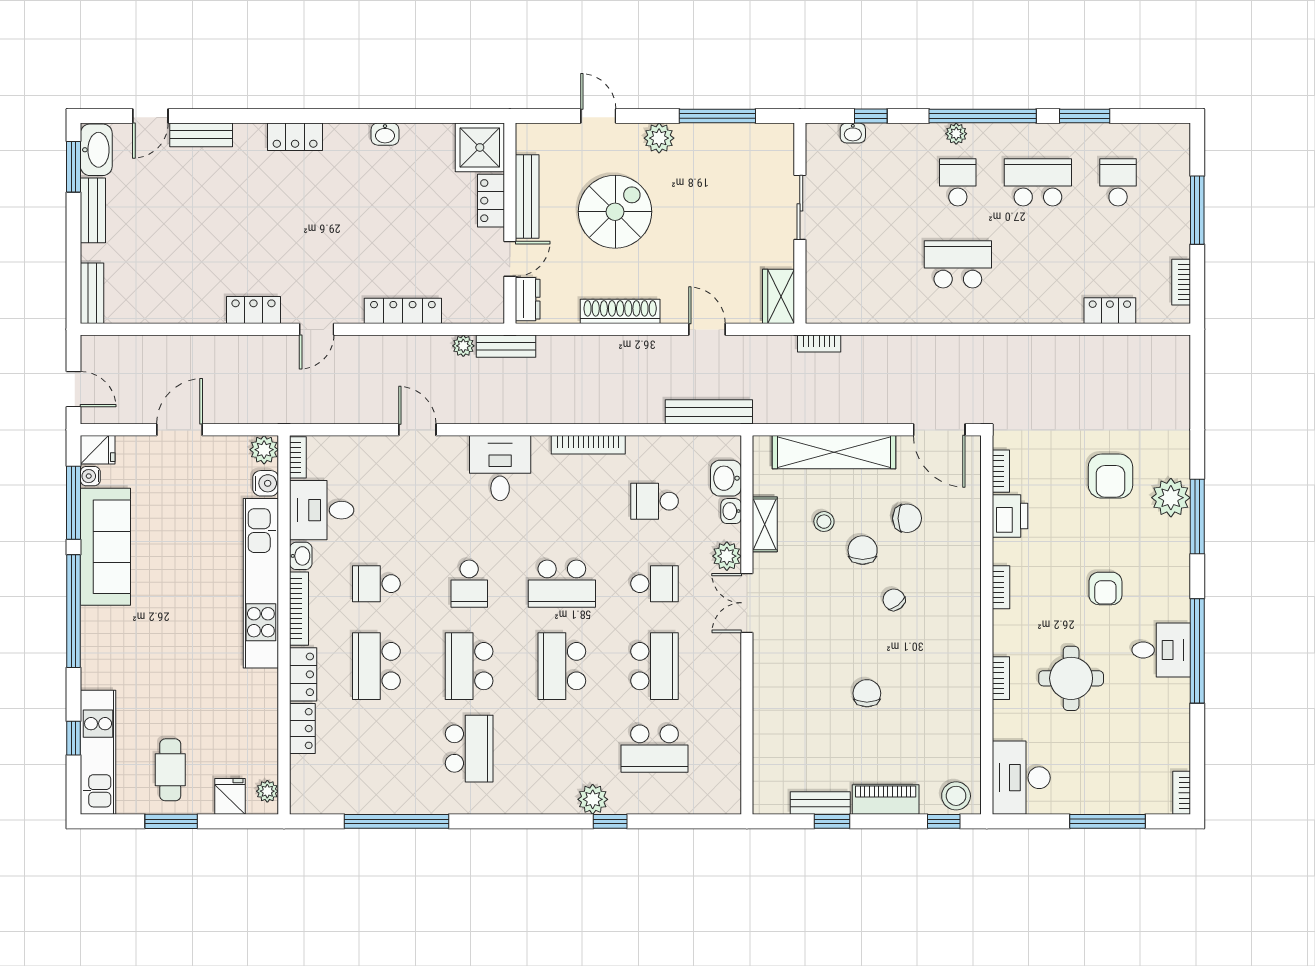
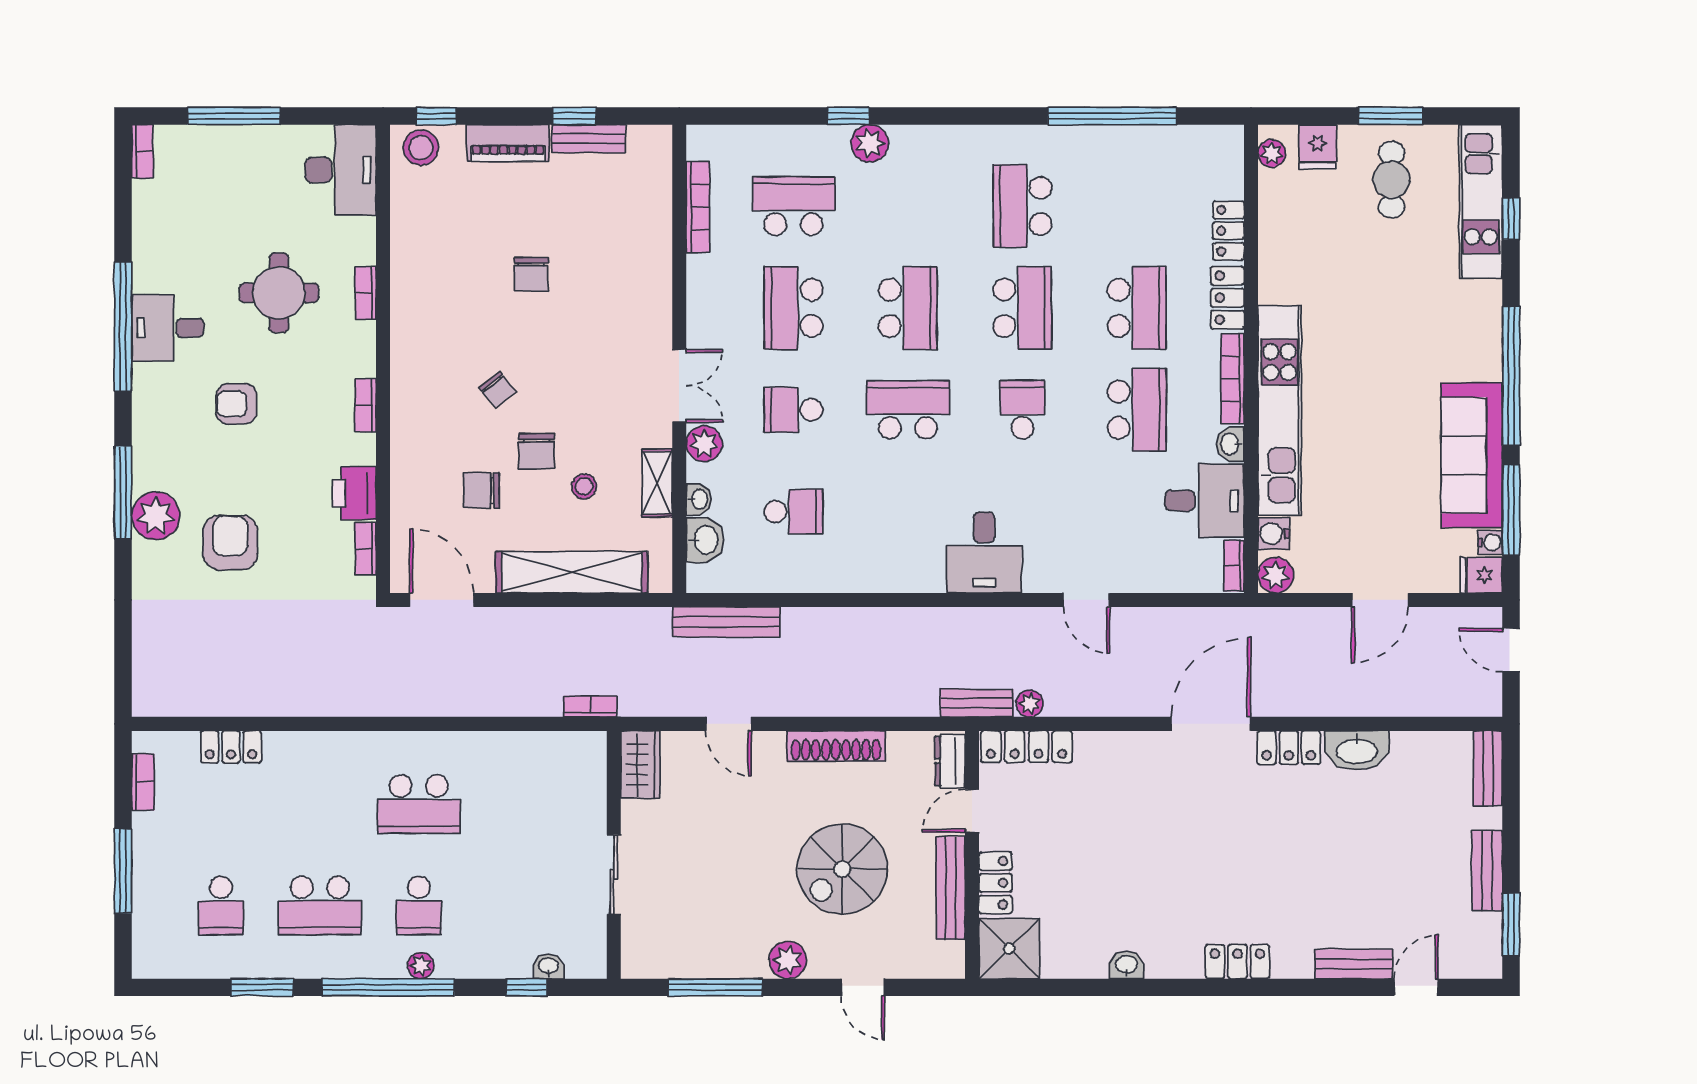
washbasin: (96, 150) -> (1357, 750), moved, turned -90
locker: (403, 311) -> (1027, 747), moved
door: (317, 329) -> (1211, 724), width x1.88
bookcase: (588, 445) -> (698, 207), moved, turned 90
school desk: (376, 584) -> (1137, 410), width x1.85
armchair: (1105, 588) -> (236, 404), turned -90

